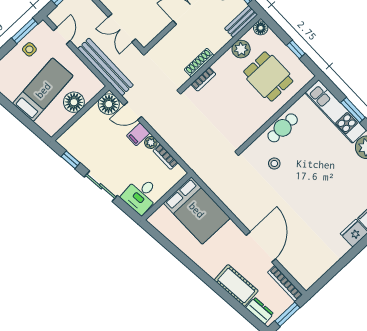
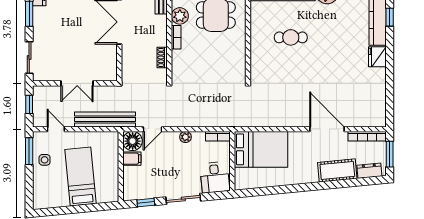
double door: (122, 28) -> (77, 83), moved
shoe rack: (199, 63) -> (162, 57), width x0.70
bookcase: (203, 79) -> (176, 37), moved
floor lamp: (74, 102) -> (109, 163), removed
cafe table: (283, 128) -> (291, 37), moved, turned 90
filing cabinet: (138, 134) -> (132, 159), moved, turned -90
bookcase: (165, 157) -> (218, 136), moved
stool: (274, 163) -> (279, 67), removed

